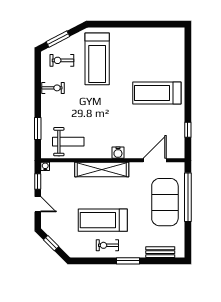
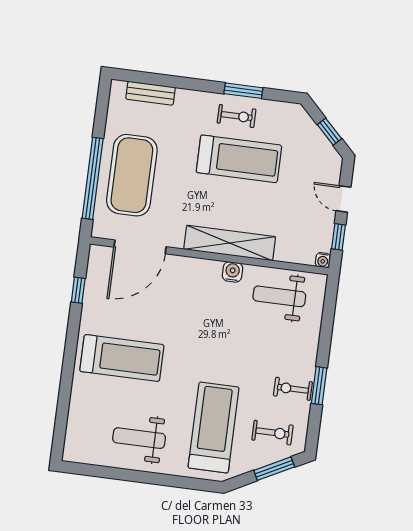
weight bench: (140, 47) -> (139, 438), added
window: (38, 129) -> (319, 386), moved
water cooler: (118, 153) -> (232, 272), moved
door: (155, 160) -> (140, 247), width x1.36
window: (128, 261) -> (243, 91), moved

